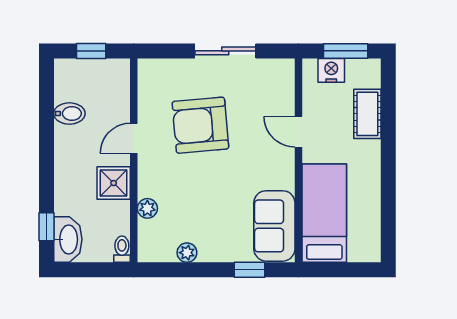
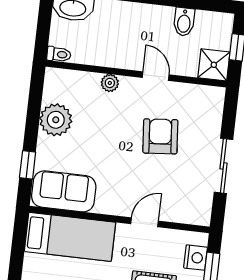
armchair: (200, 125) -> (160, 136), width x0.73, depth x0.73
shower: (114, 183) -> (214, 65), moved
plant: (147, 208) -> (110, 83), moved
plant: (187, 253) -> (56, 120), width x1.87, depth x1.87

